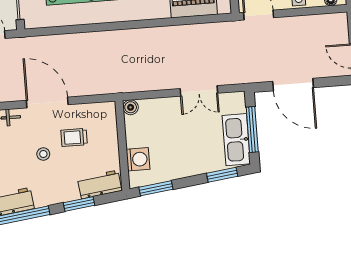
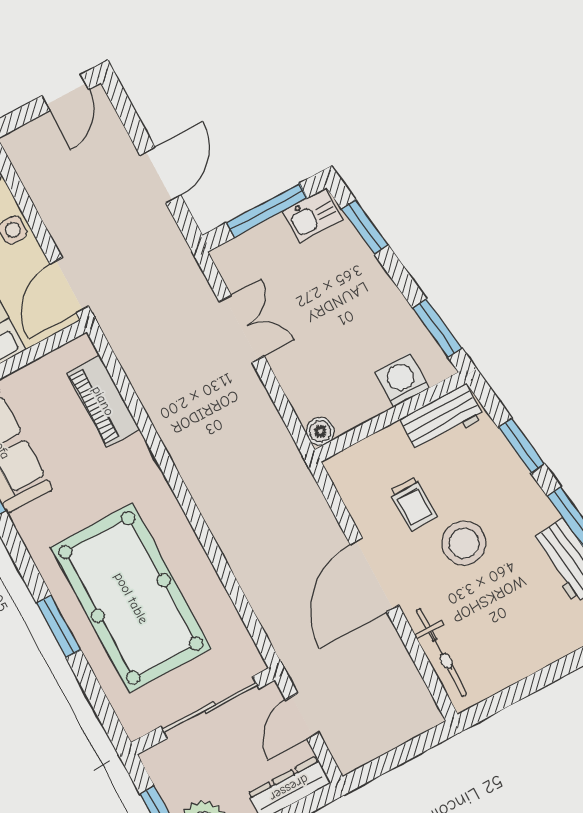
door: (293, 85) -> (160, 175), width x0.73
kitchen sink: (236, 140) -> (313, 215), width x0.53, depth x0.81
stool: (43, 154) -> (464, 543), width x1.89, depth x1.89
workbench: (100, 184) -> (442, 418), moved, turned -83

